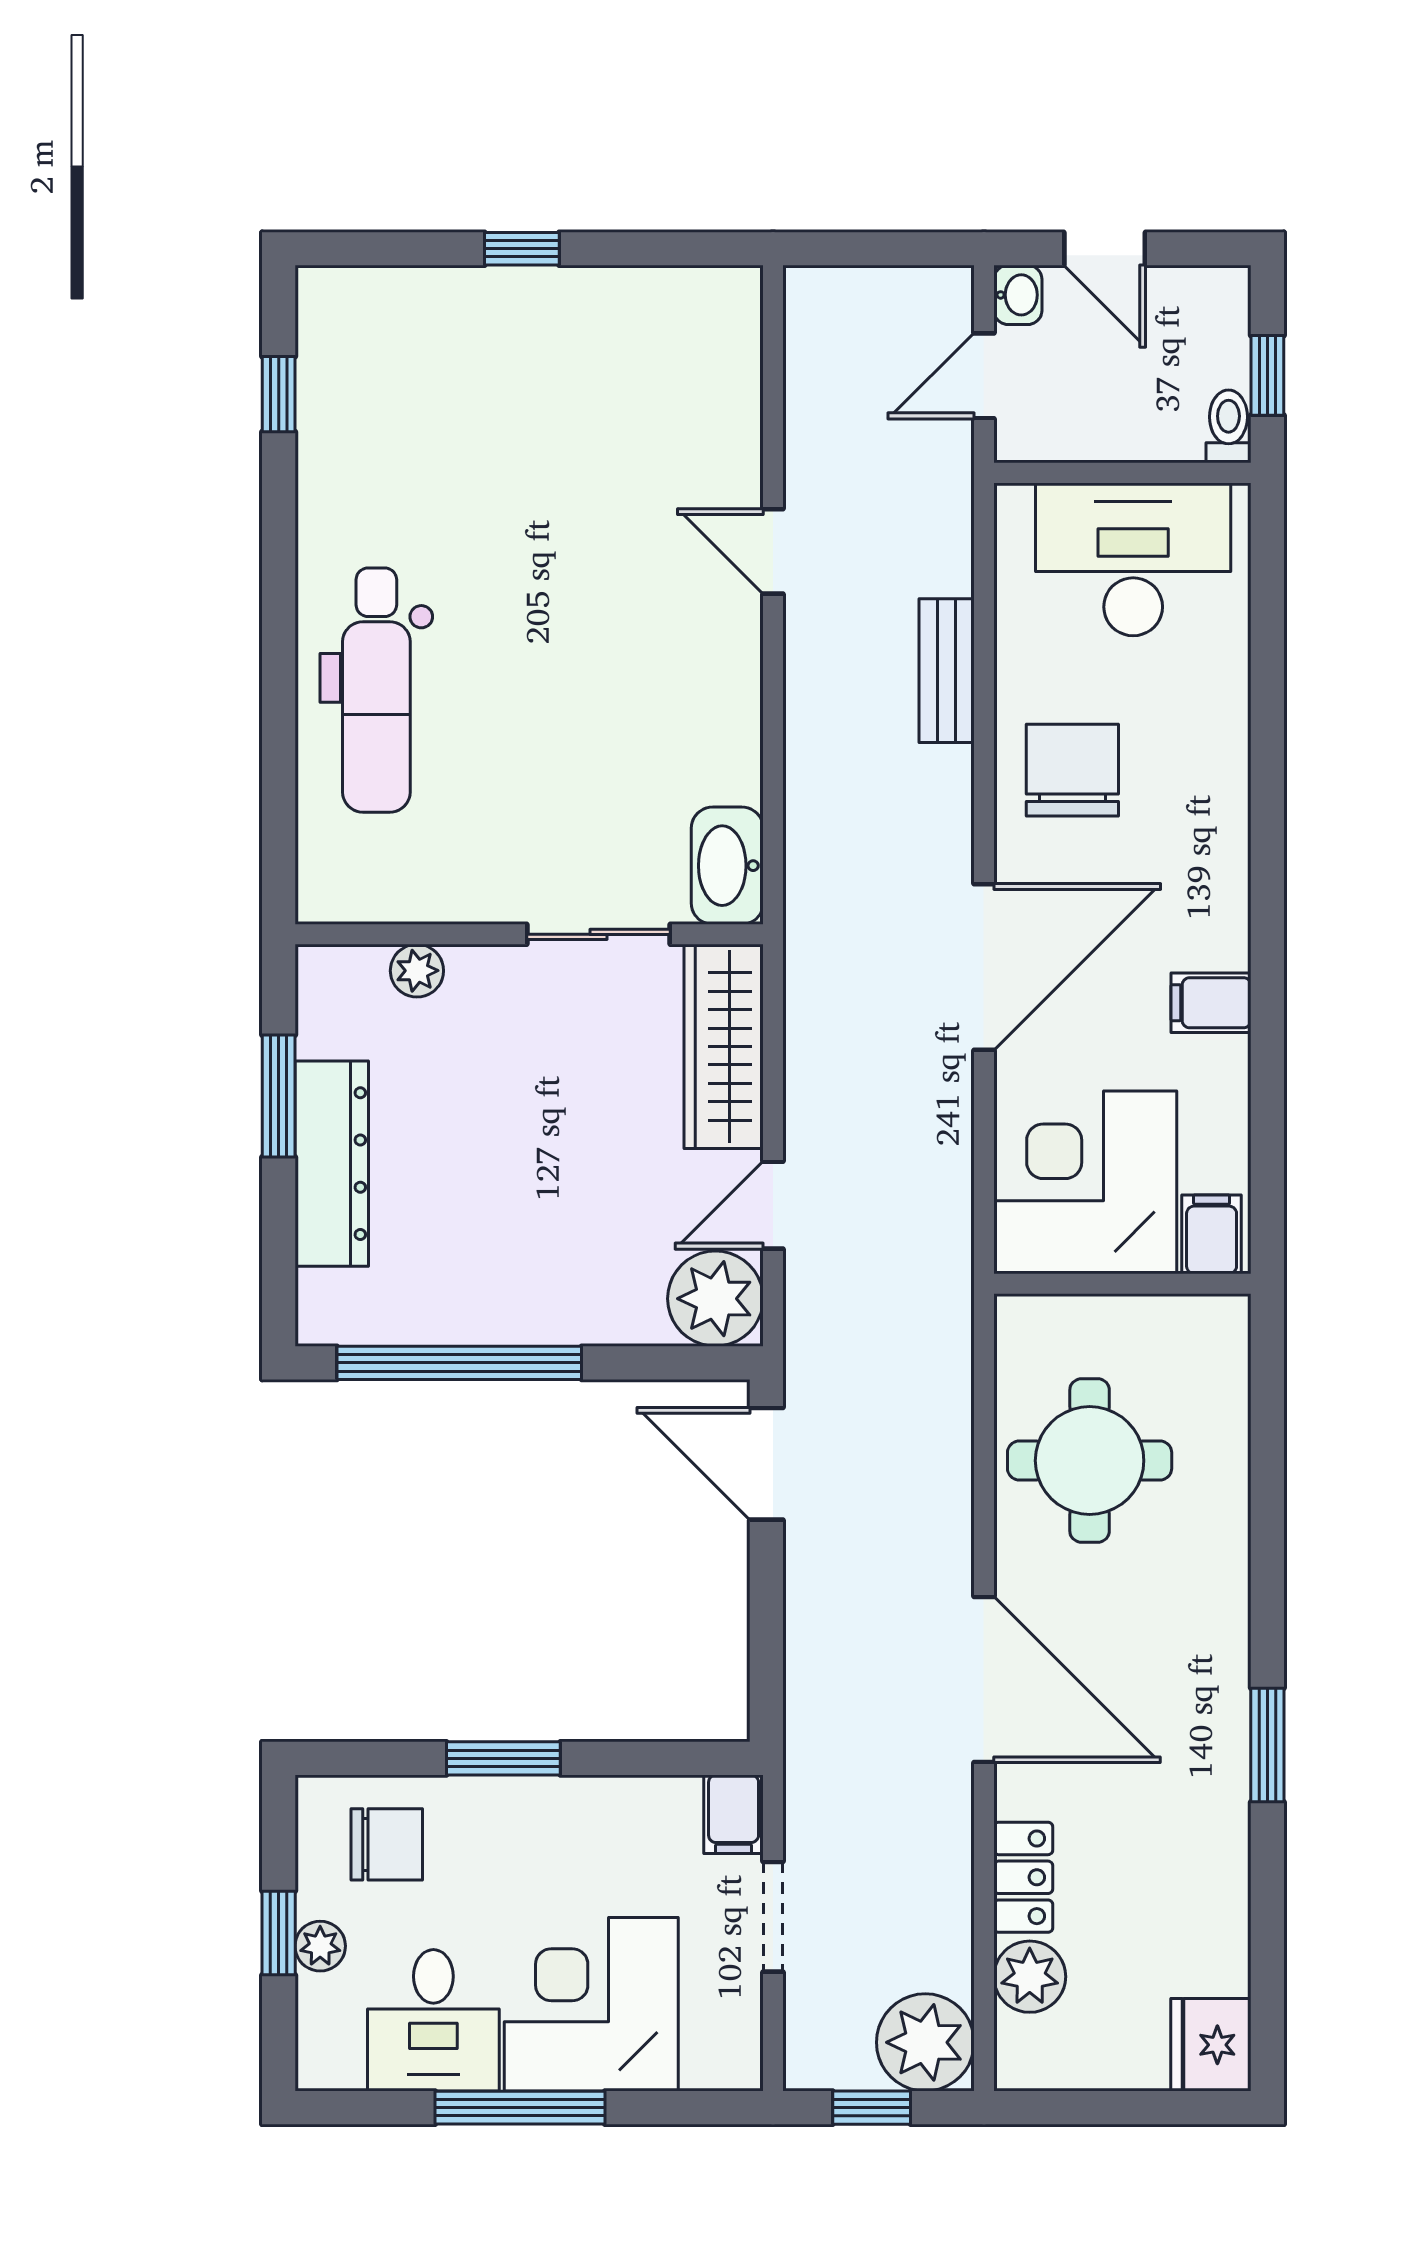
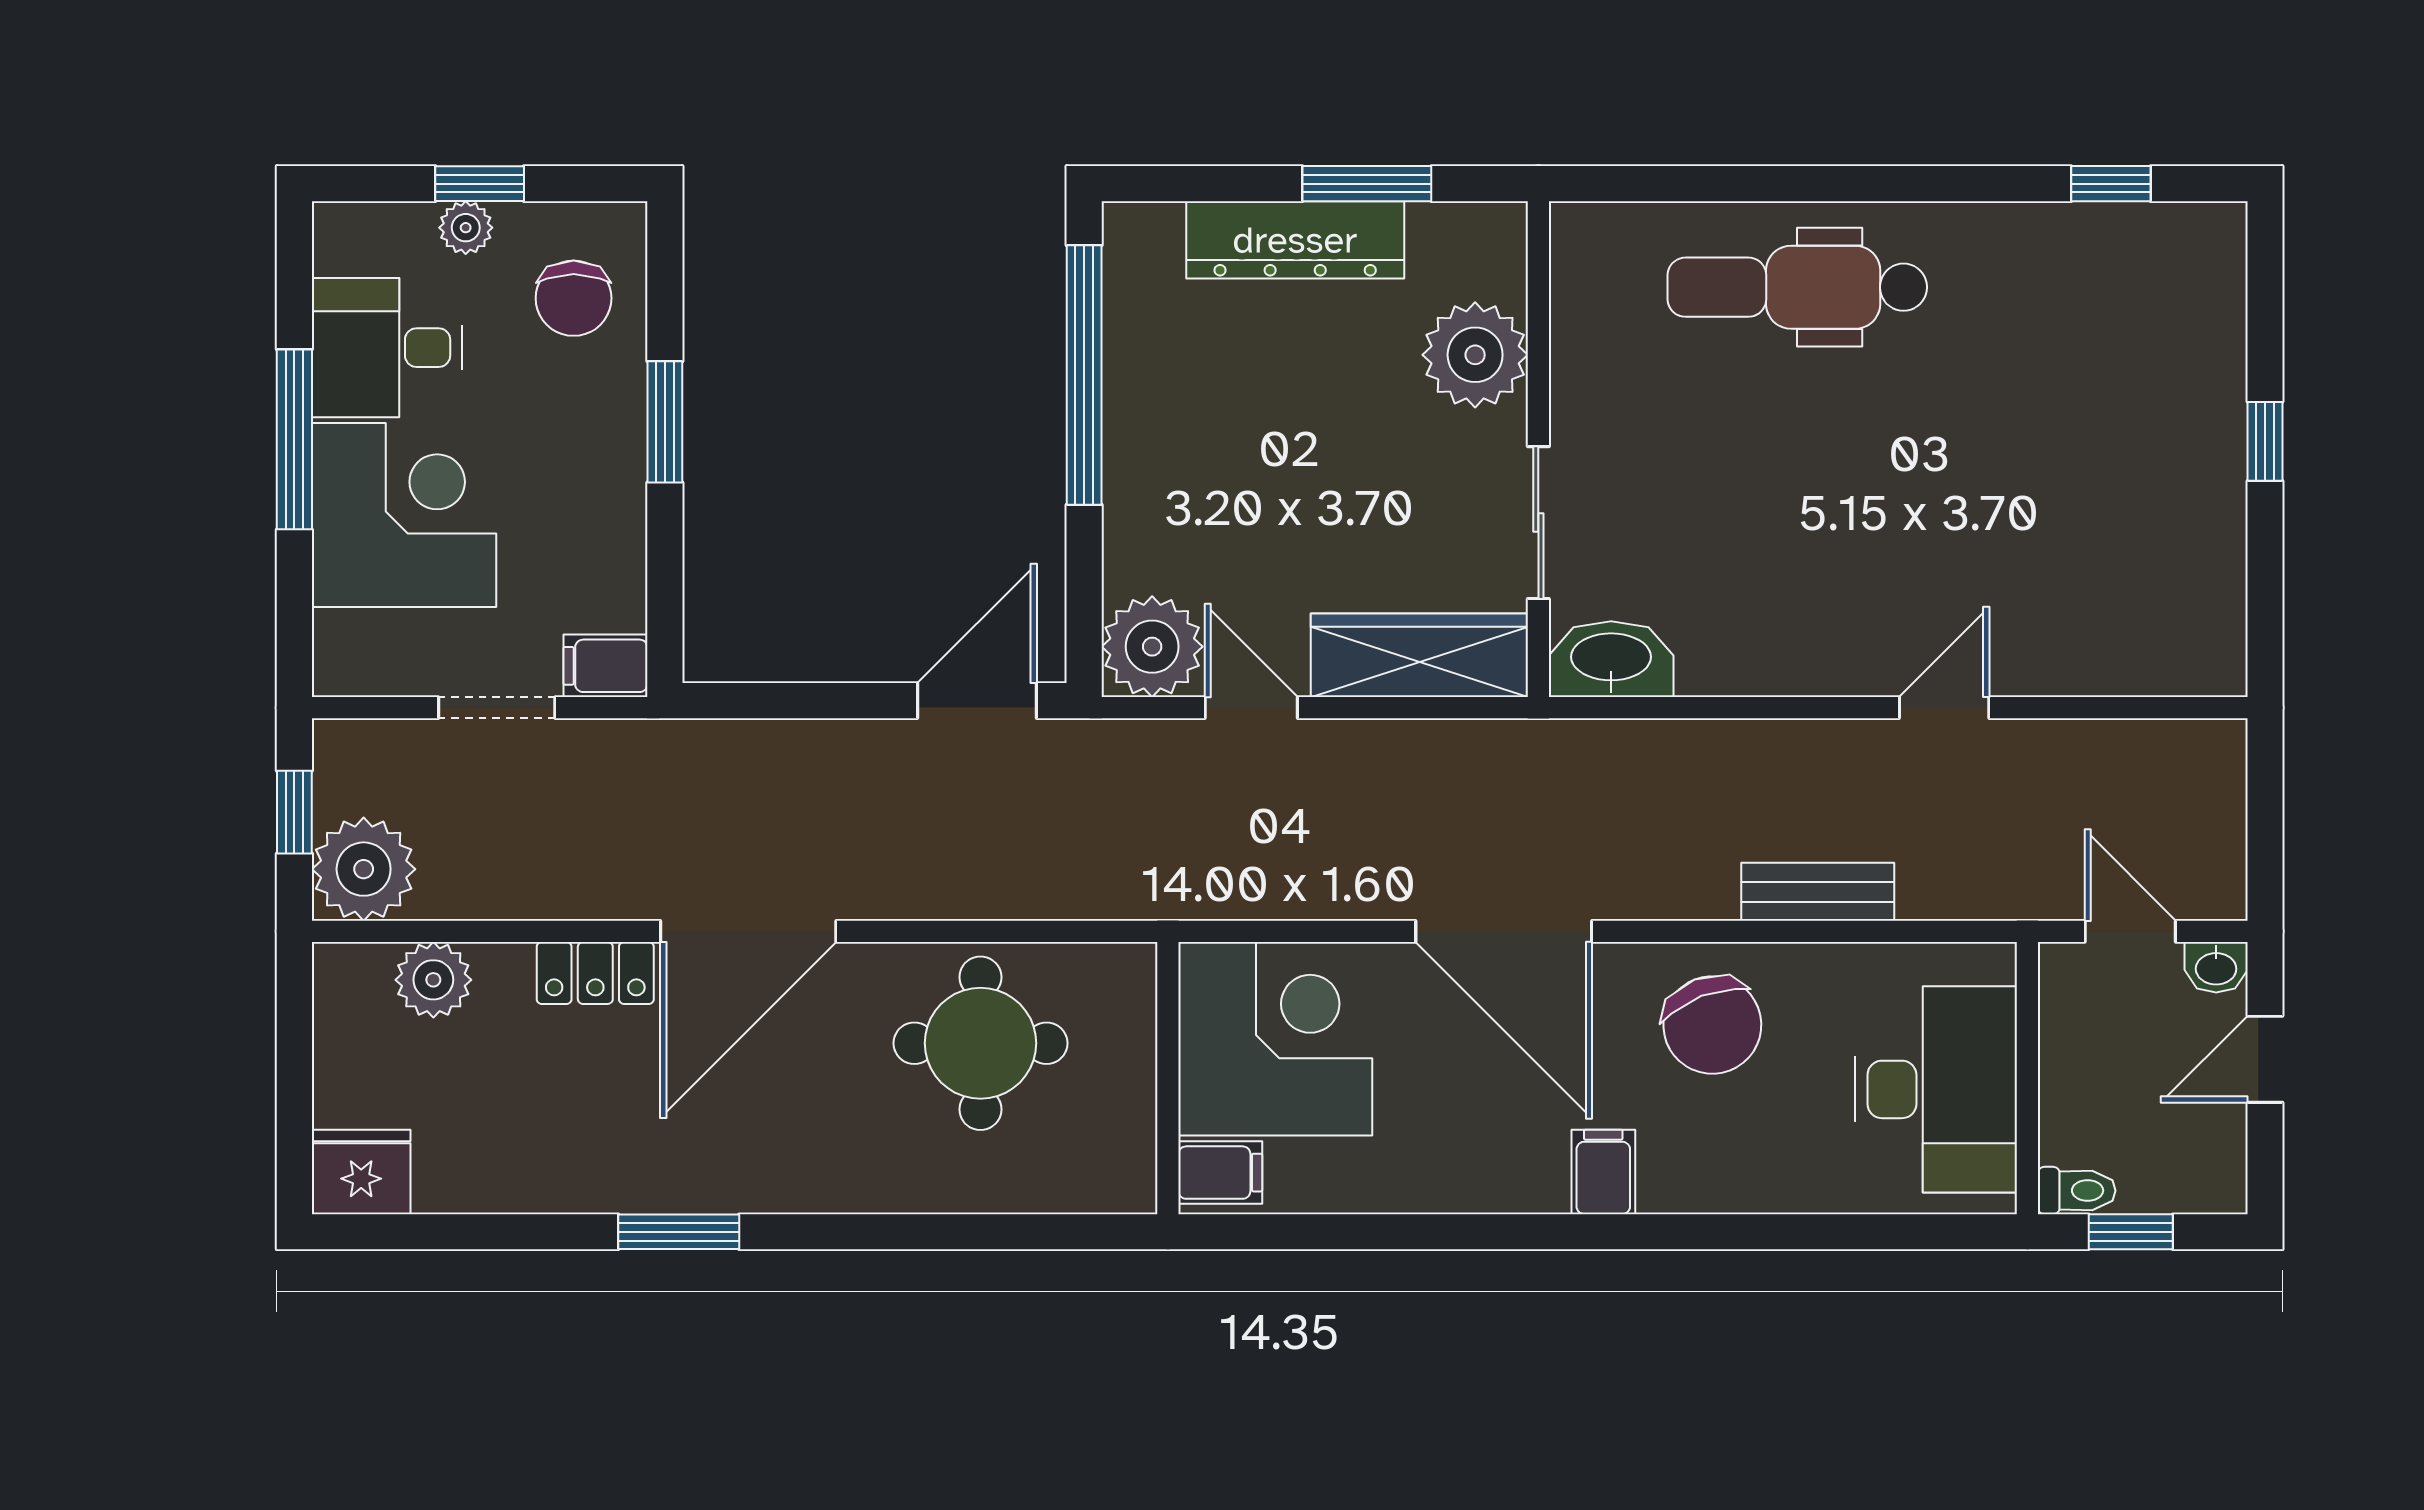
chair: (1072, 770) -> (1712, 1025), turned 69
plant: (417, 971) -> (1475, 355), width x1.87, depth x1.87
filing cabinet: (1211, 1003) -> (1603, 1172), moved
locker: (1023, 1877) -> (595, 973), moved

